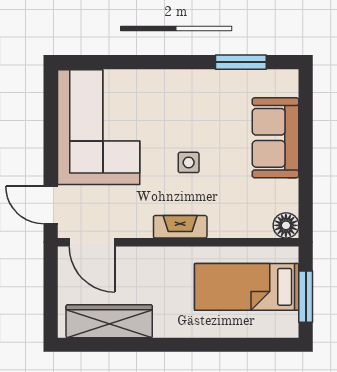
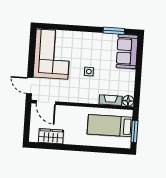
sofa: (276, 138) -> (127, 52), moved
fireplace: (180, 227) -> (111, 100), moved
wardrobe: (109, 321) -> (51, 136), width x0.67

